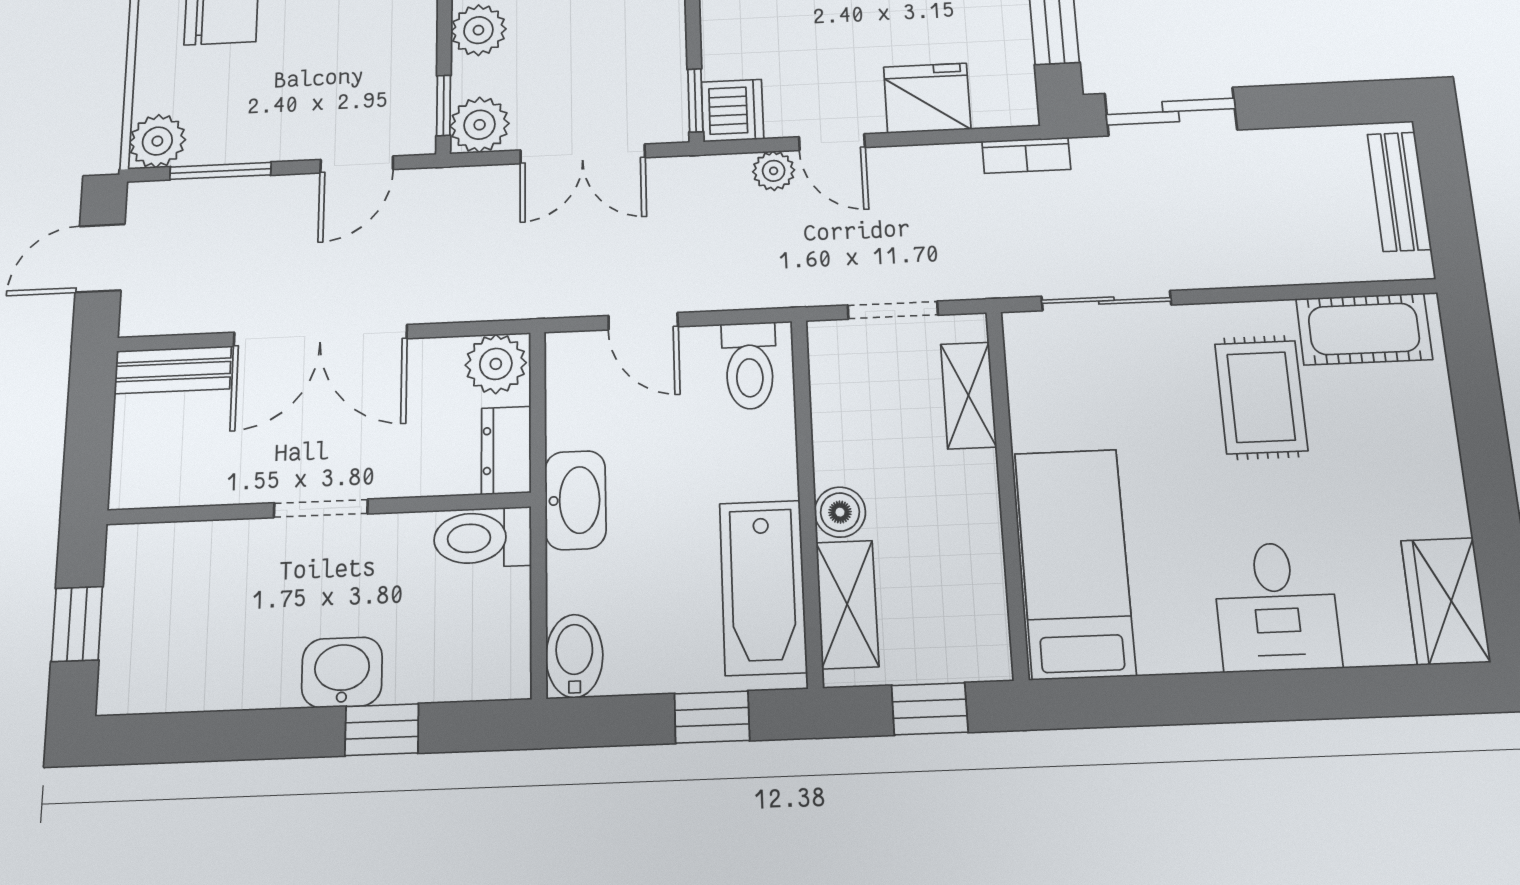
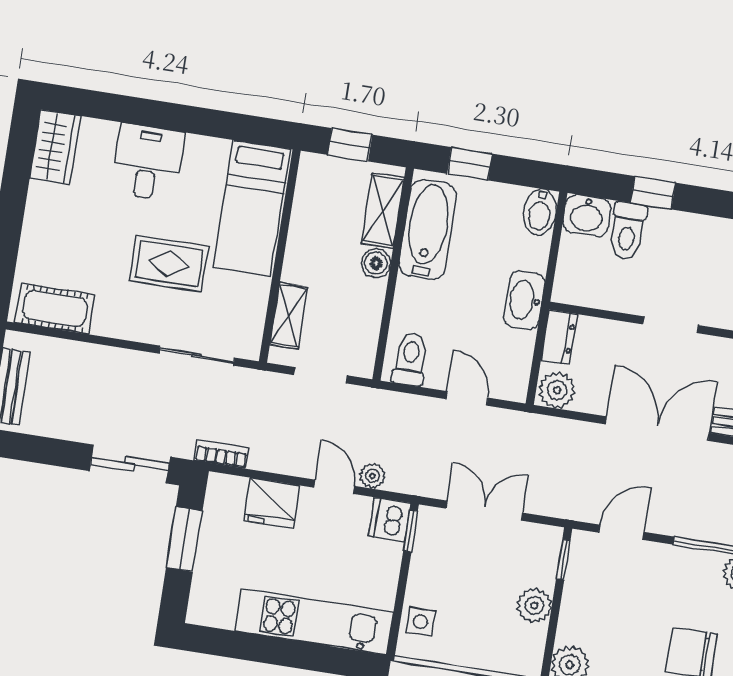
plant: (480, 125) -> (543, 543), removed
rug: (1261, 397) -> (169, 264), moved, turned 90
toilet: (483, 538) -> (627, 231), moved, turned 90
washbasin: (342, 672) -> (587, 215), moved

